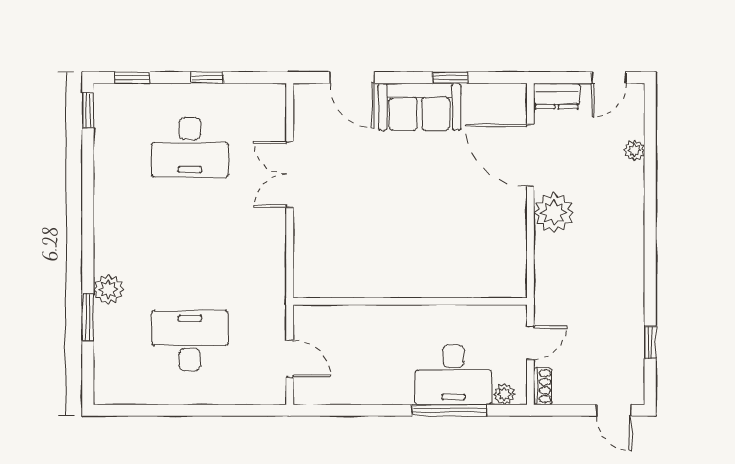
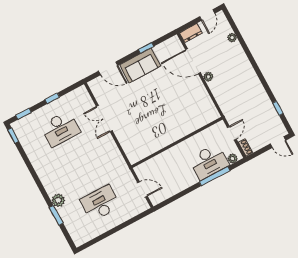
plant: (554, 213) -> (208, 77), width x0.53, depth x0.53

